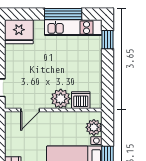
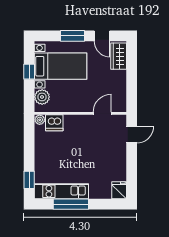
fridge: (19, 32) -> (119, 190), width x0.53, depth x0.75
plant: (61, 99) -> (40, 120), moved, width x0.53, depth x0.53

